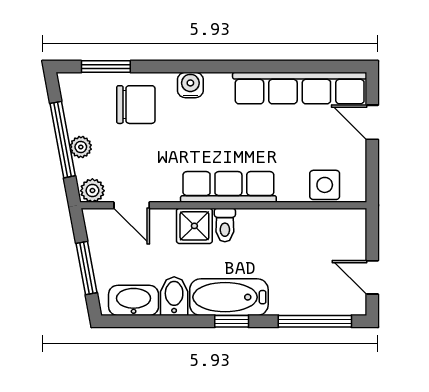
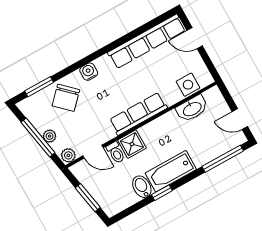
chair: (136, 105) -> (66, 98), turned 134
toilet: (225, 225) -> (116, 153), moved
washbasin: (134, 300) -> (192, 109), moved, turned 180
window: (232, 321) -> (162, 193), moved

